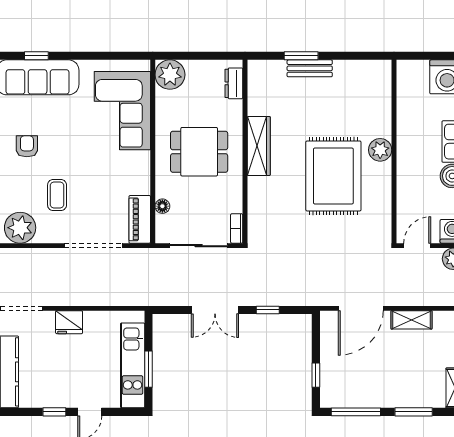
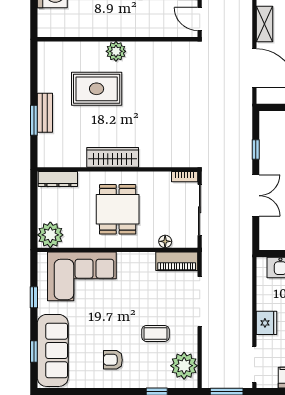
window: (98, 56) -> (34, 297), added
dresser: (234, 83) -> (58, 179), width x1.44
rug: (333, 176) -> (97, 89), moved, width x0.73, depth x0.69

